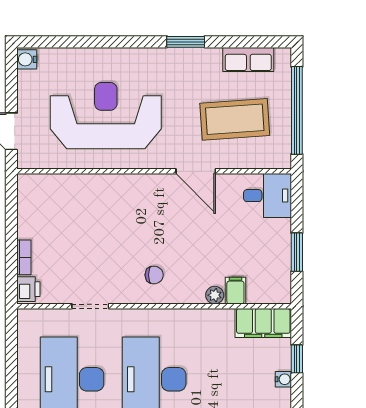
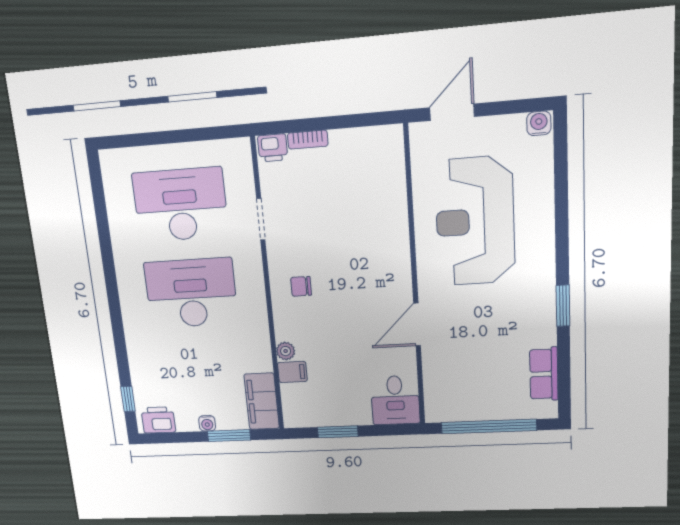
reception desk: (106, 116) -> (475, 222), turned 180
coffee table: (235, 119) -> (476, 363), removed
chair: (154, 275) -> (301, 286), turned 90
window: (297, 359) -> (229, 436), width x1.50

